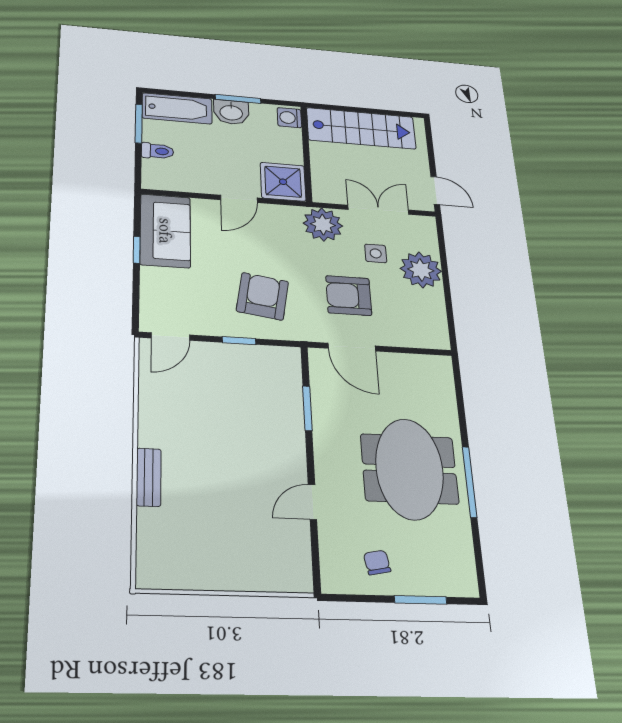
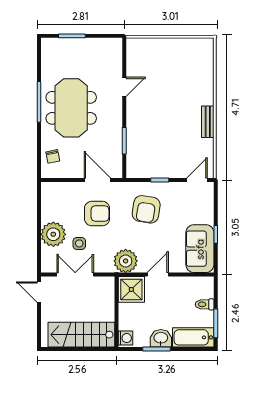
double door: (378, 210) -> (75, 275), swing flipped
plant: (323, 225) -> (126, 261), moved
bench: (149, 477) -> (208, 122), moved
chair: (377, 562) -> (53, 156), moved

